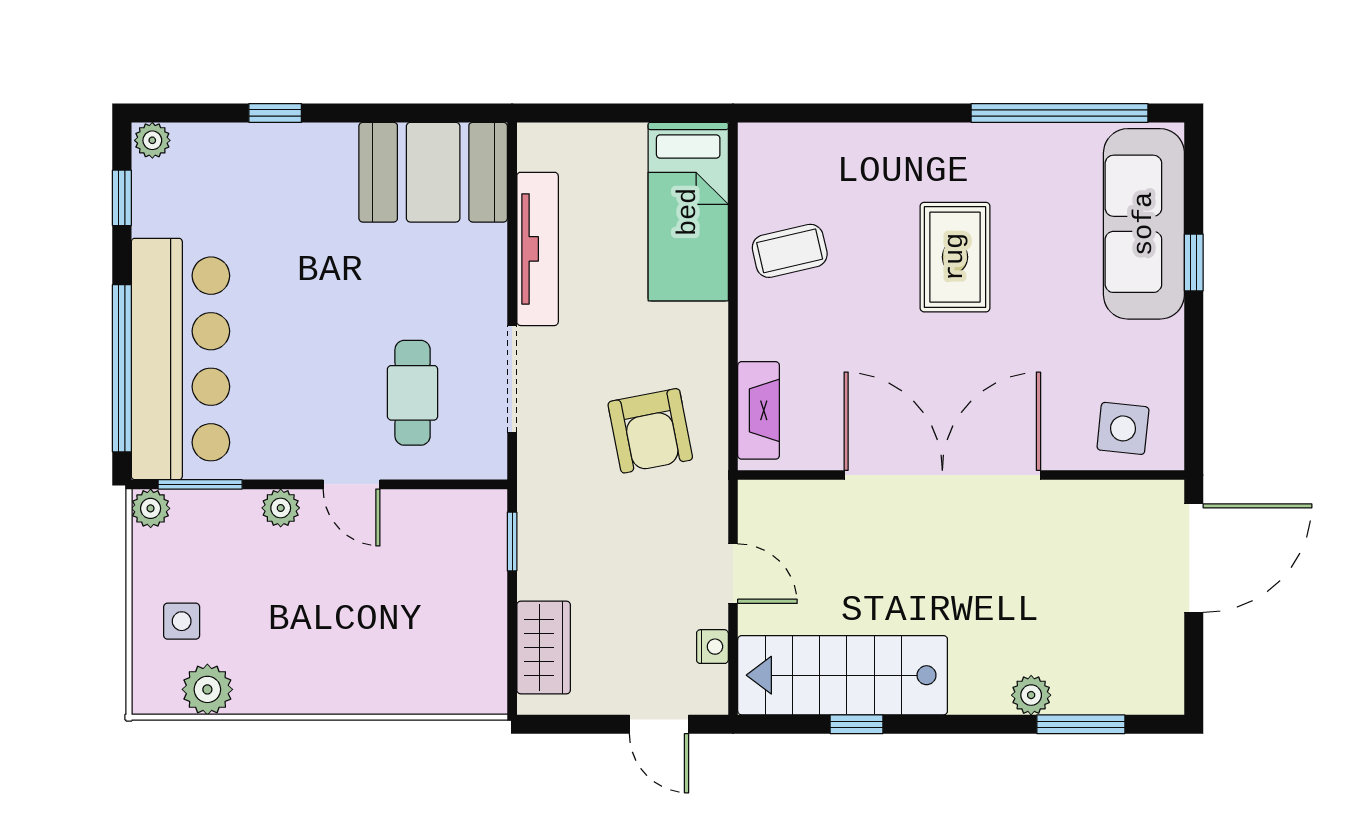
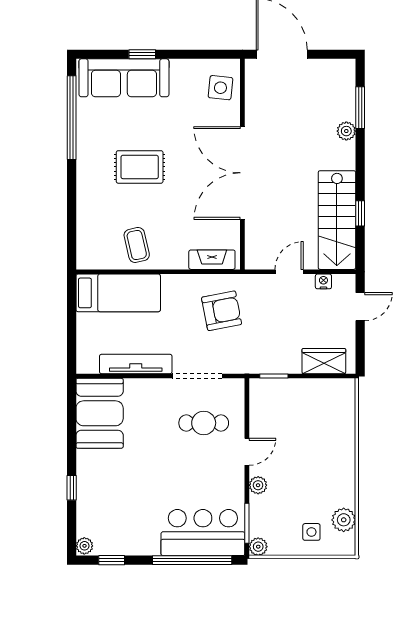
bar counter: (180, 359) -> (203, 533), width x0.73

